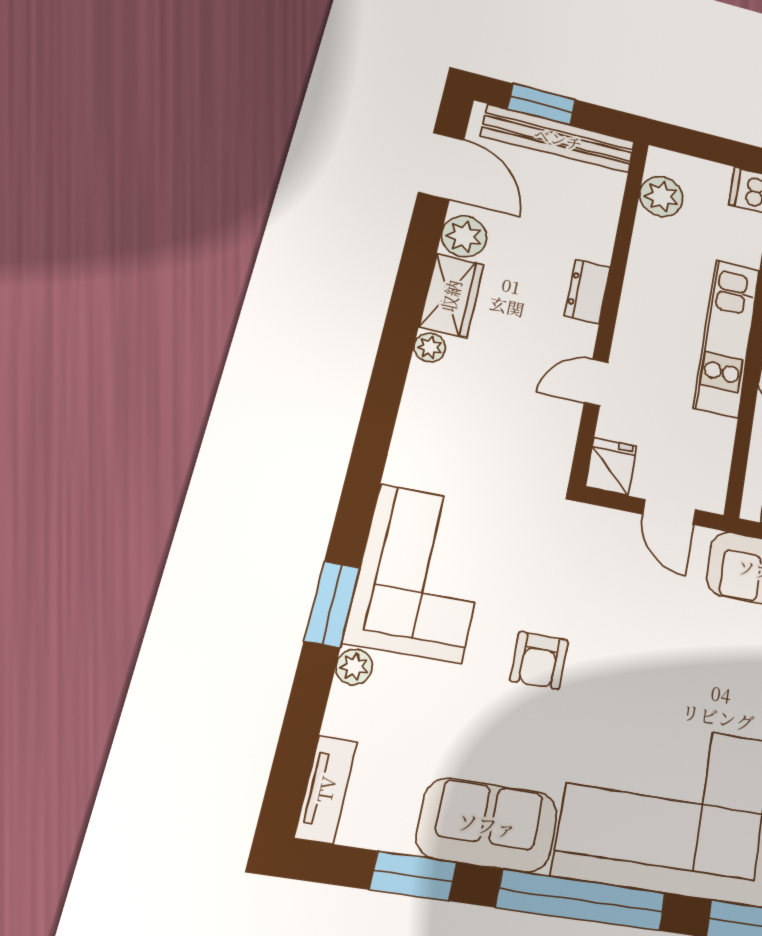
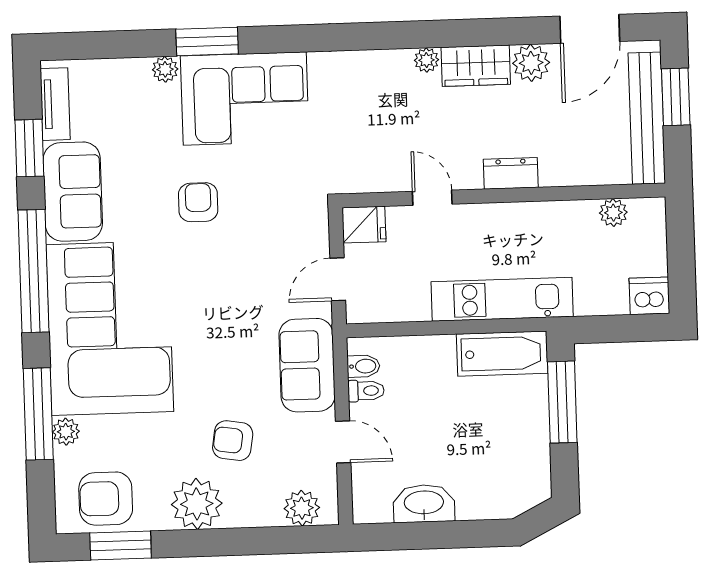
plant: (661, 196) -> (613, 213), width x0.73, depth x0.73
armchair: (539, 660) -> (198, 202), turned 90
tv unit: (326, 789) -> (55, 104), moved, turned -90

